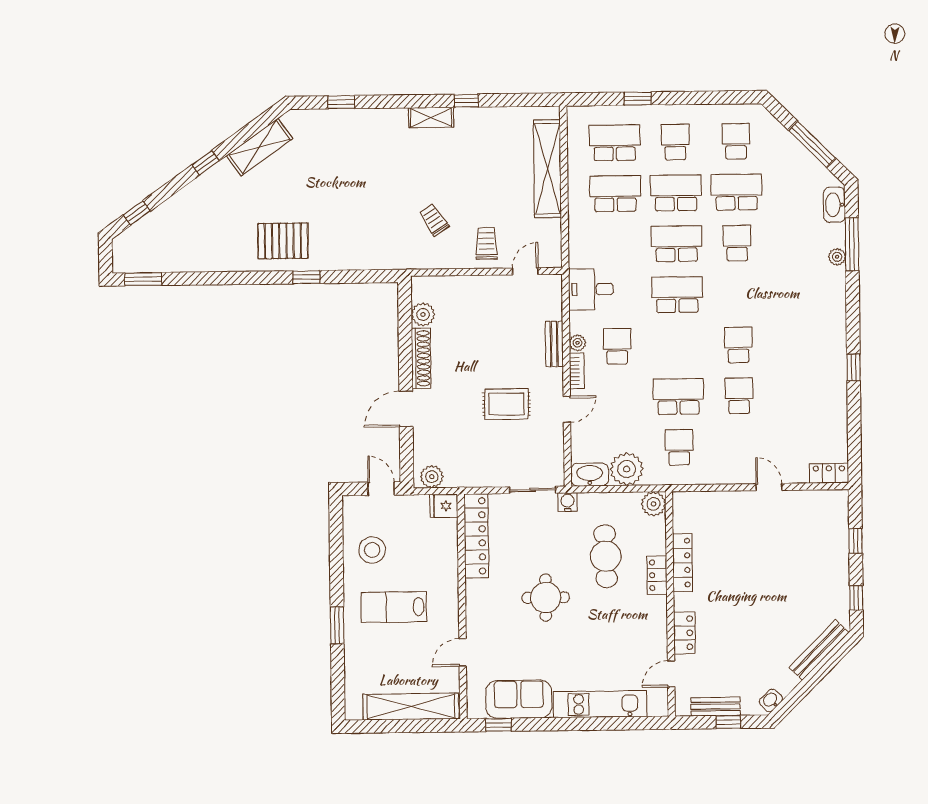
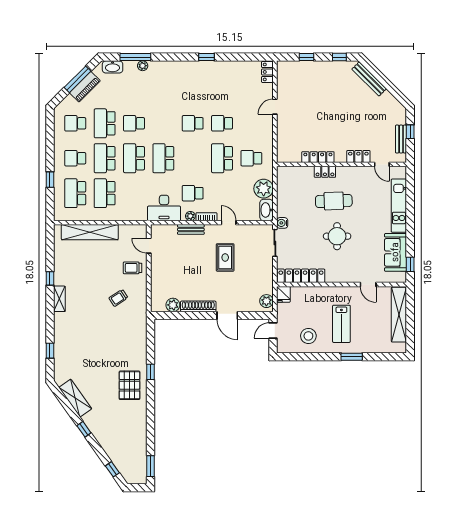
piano: (799, 157) -> (85, 87), added
desk: (591, 289) -> (164, 208), width x1.37
plant: (653, 504) -> (284, 173), removed
cafe table: (606, 556) -> (334, 201), moved
washbasin: (771, 700) -> (398, 107), removed

